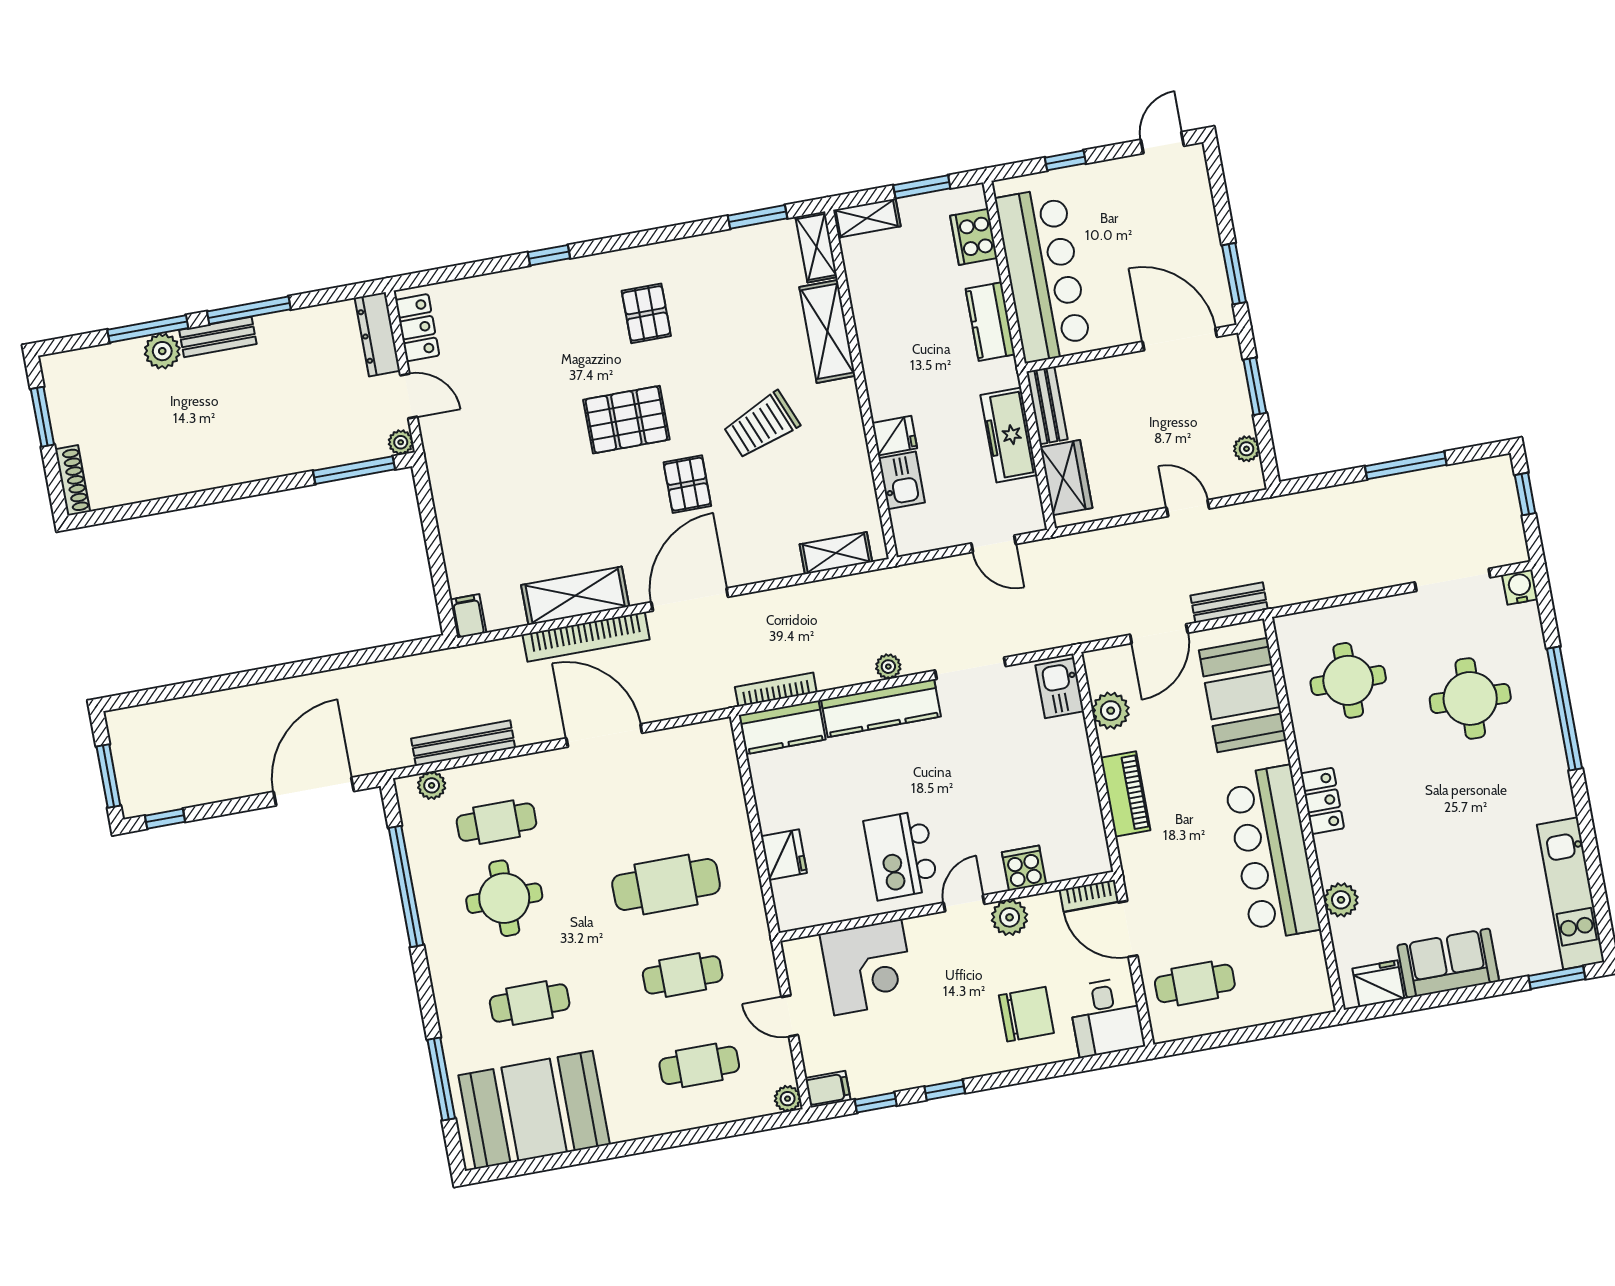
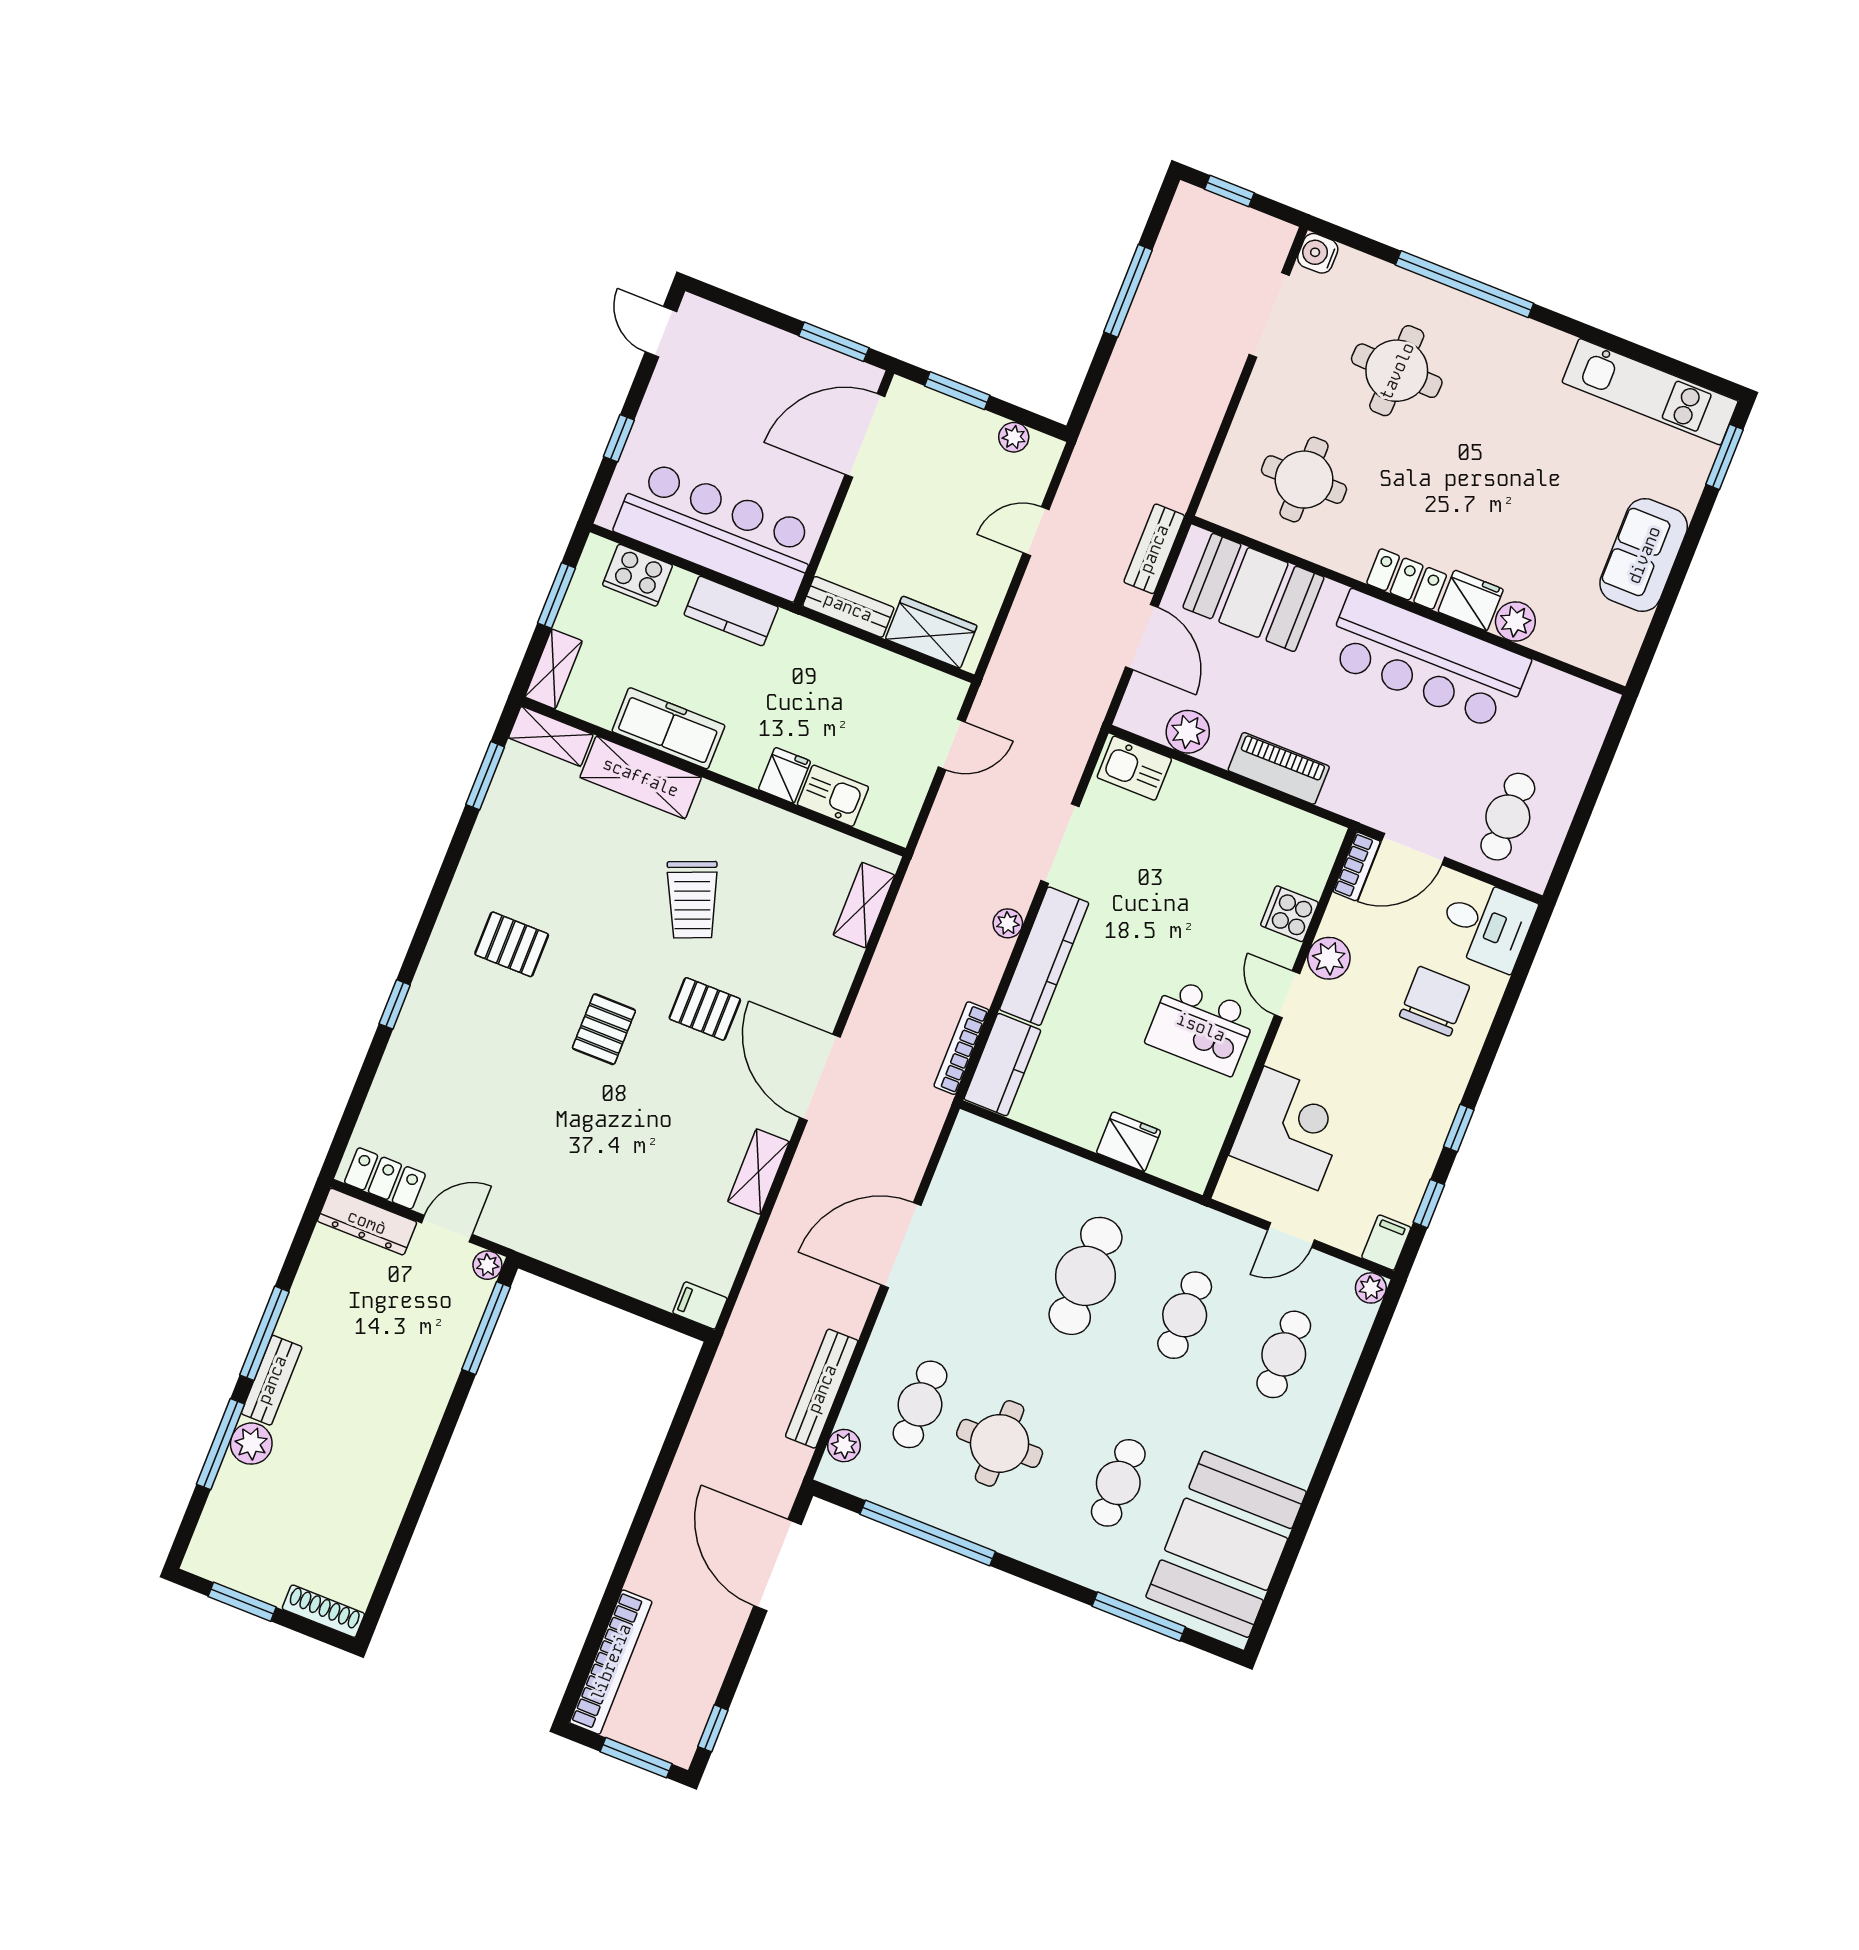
pallet: (626, 420) -> (604, 1029), width x0.67, depth x0.71
freezer: (1009, 435) -> (668, 728), moved, turned 180
shelving: (575, 596) -> (758, 1172), width x0.67, depth x0.75
bookcase: (586, 637) -> (611, 1662), moved
fridge: (1378, 984) -> (1471, 601), moved, turned 90

